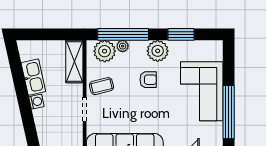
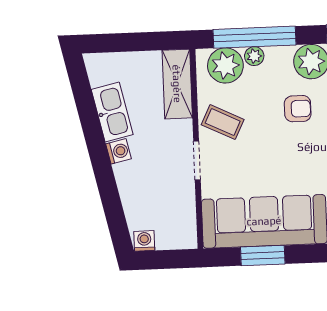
coffee table: (101, 86) -> (223, 122), turned 40

